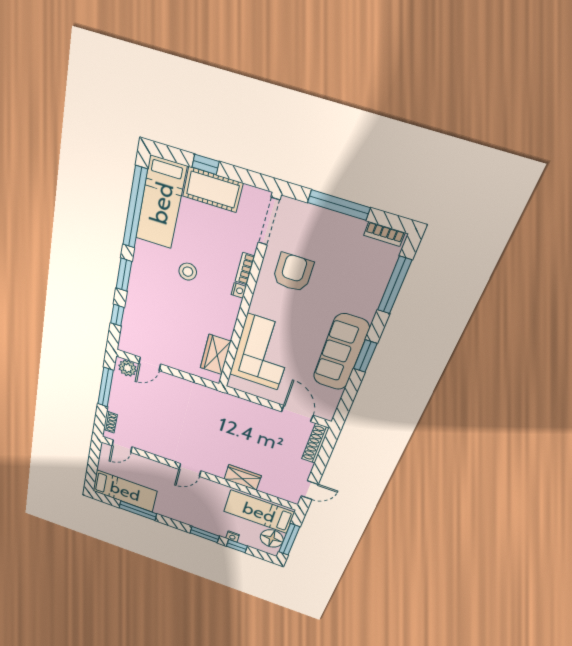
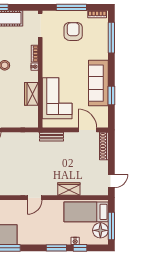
armchair: (293, 272) -> (73, 31), moved
wardrobe: (216, 355) -> (31, 94), moved
window: (365, 356) -> (111, 96), moved
bench: (237, 403) -> (52, 137), added

